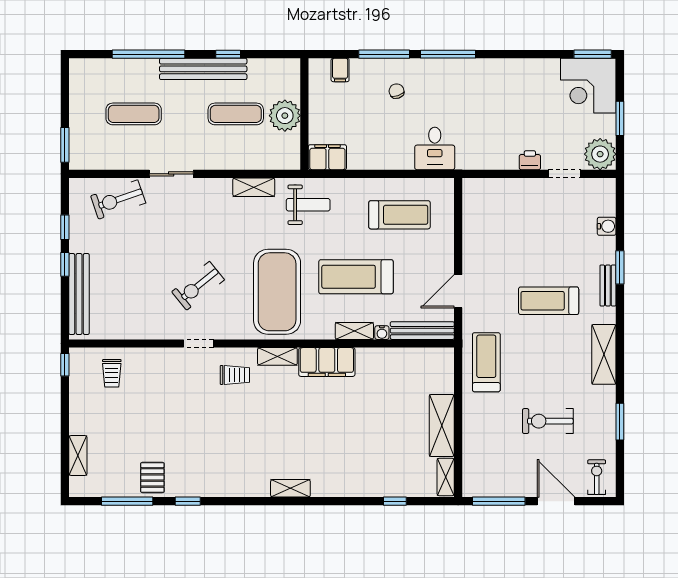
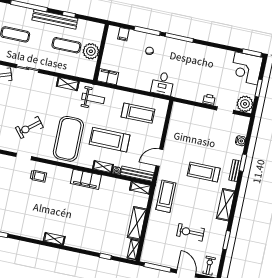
shelving: (277, 356) -> (140, 188), moved

